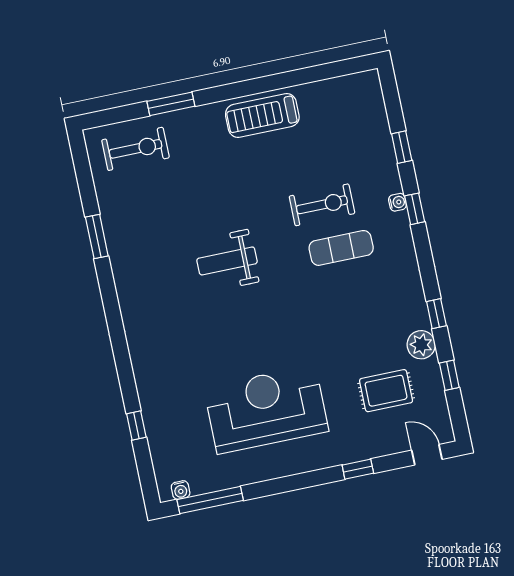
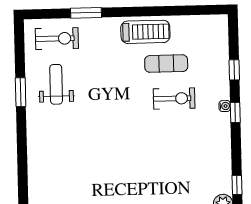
treadmill: (262, 115) -> (145, 32), turned 180
exercise mat: (341, 248) -> (166, 64), moved
weight bench: (227, 261) -> (56, 84), moved, turned 90

